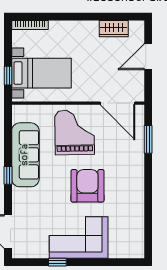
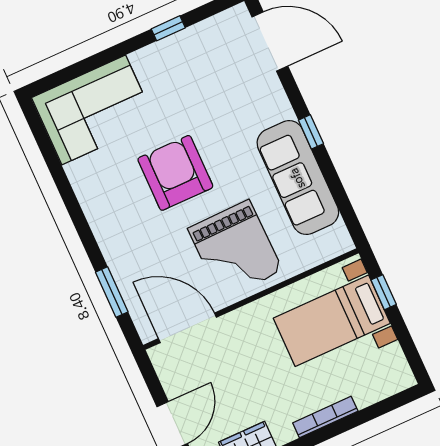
bookcase: (30, 25) -> (325, 417), moved
armchair: (87, 186) -> (175, 173), turned 180
corner sofa: (79, 237) -> (94, 110), moved

